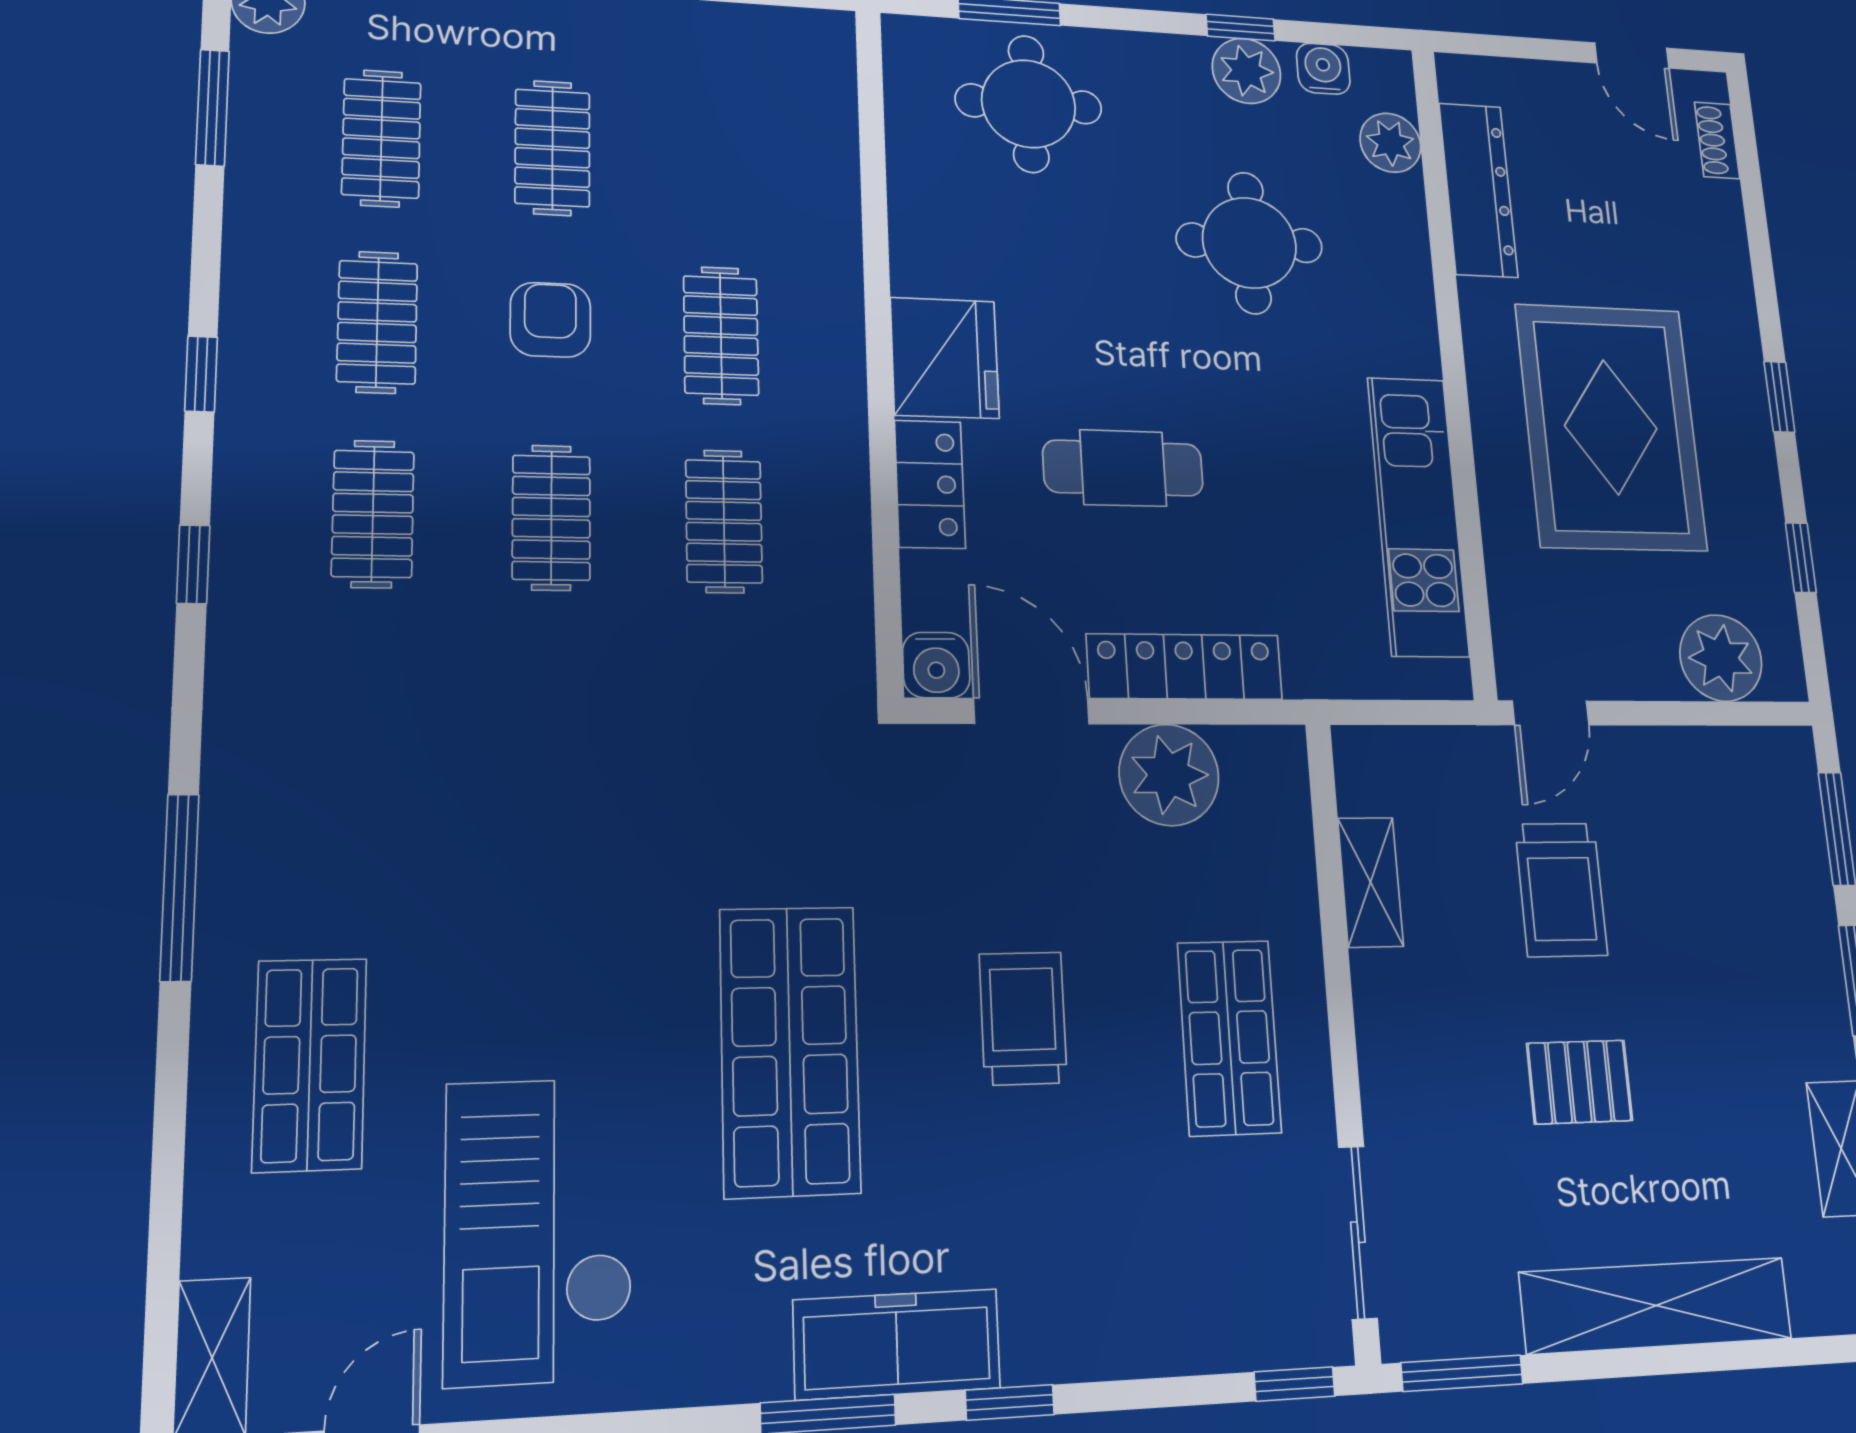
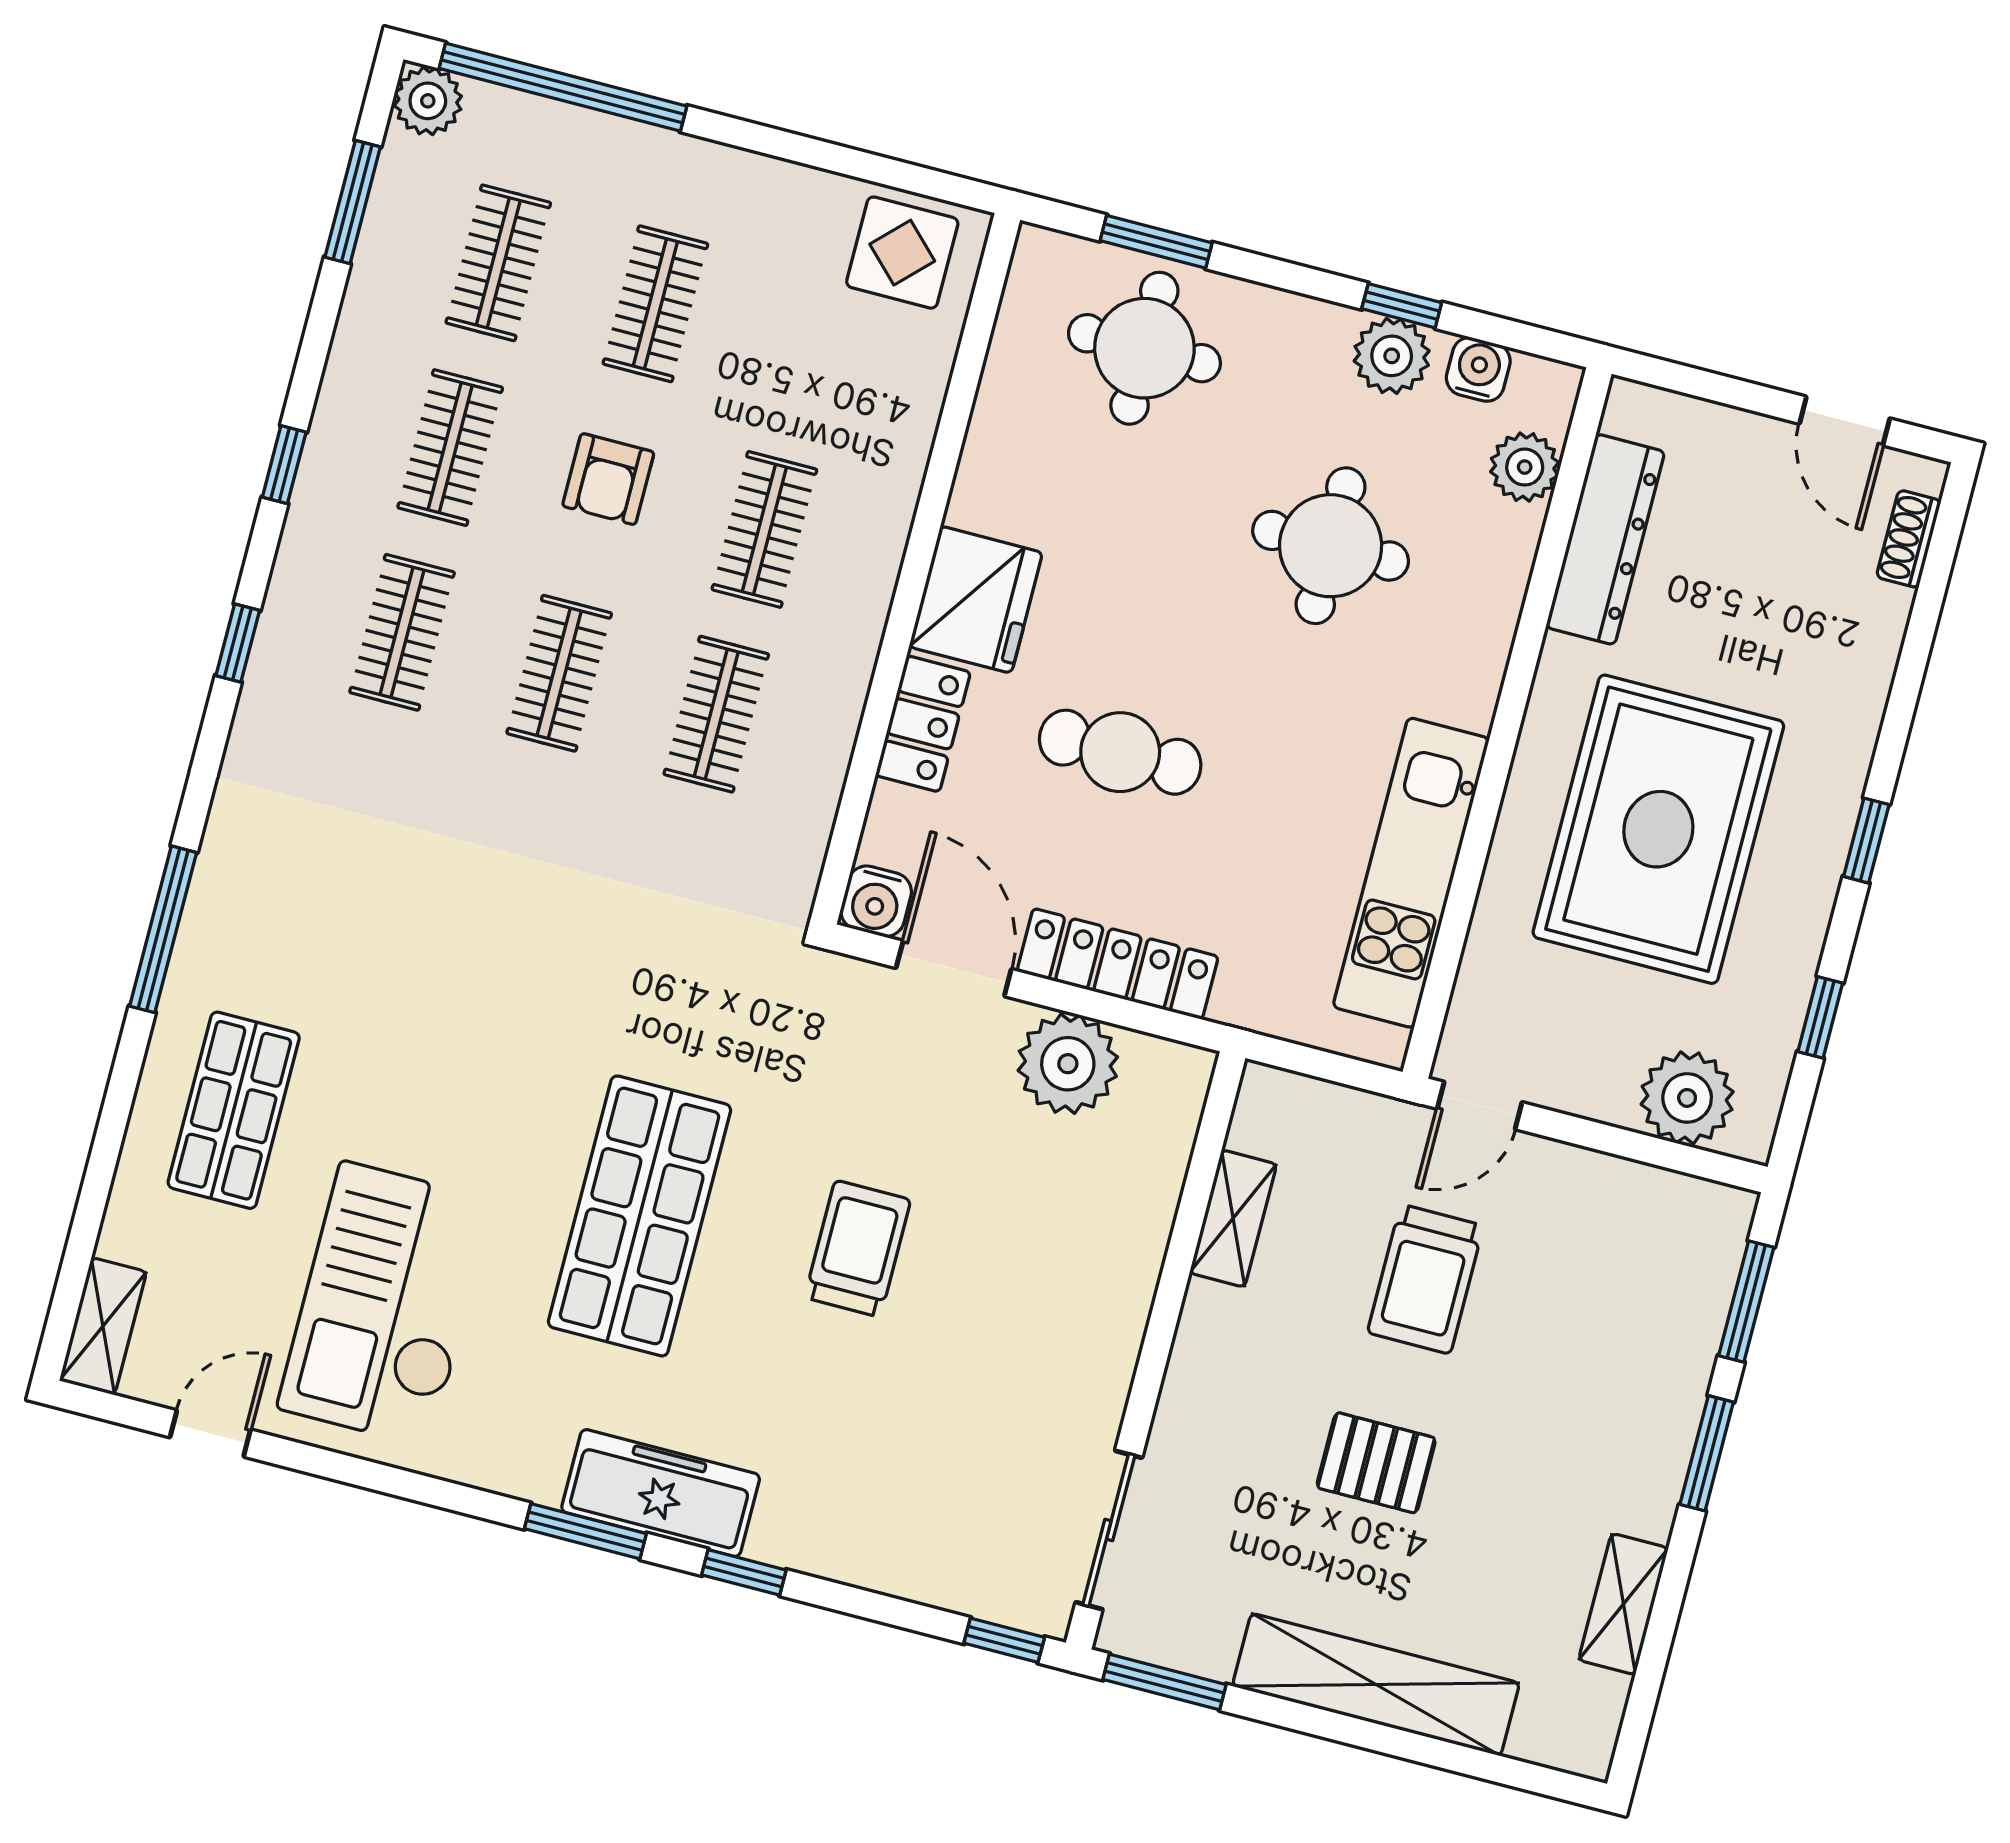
display table: (779, 60) -> (902, 253), added
armchair: (550, 320) -> (608, 479), turned 180
shop shelf: (1229, 1037) -> (1045, 1322), removed

